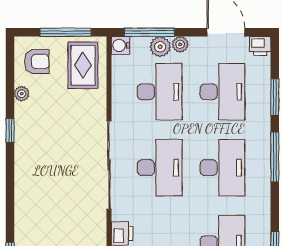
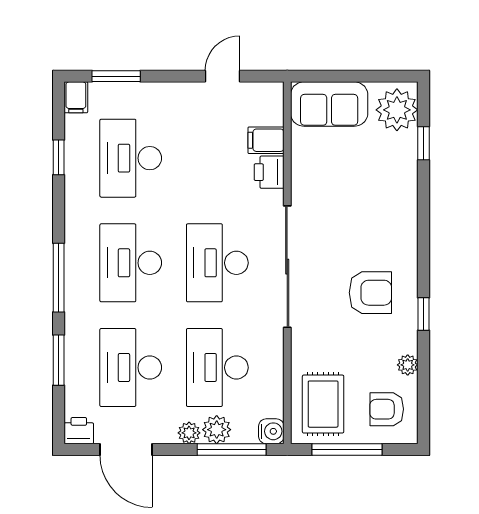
armchair: (49, 146) -> (370, 293), added

